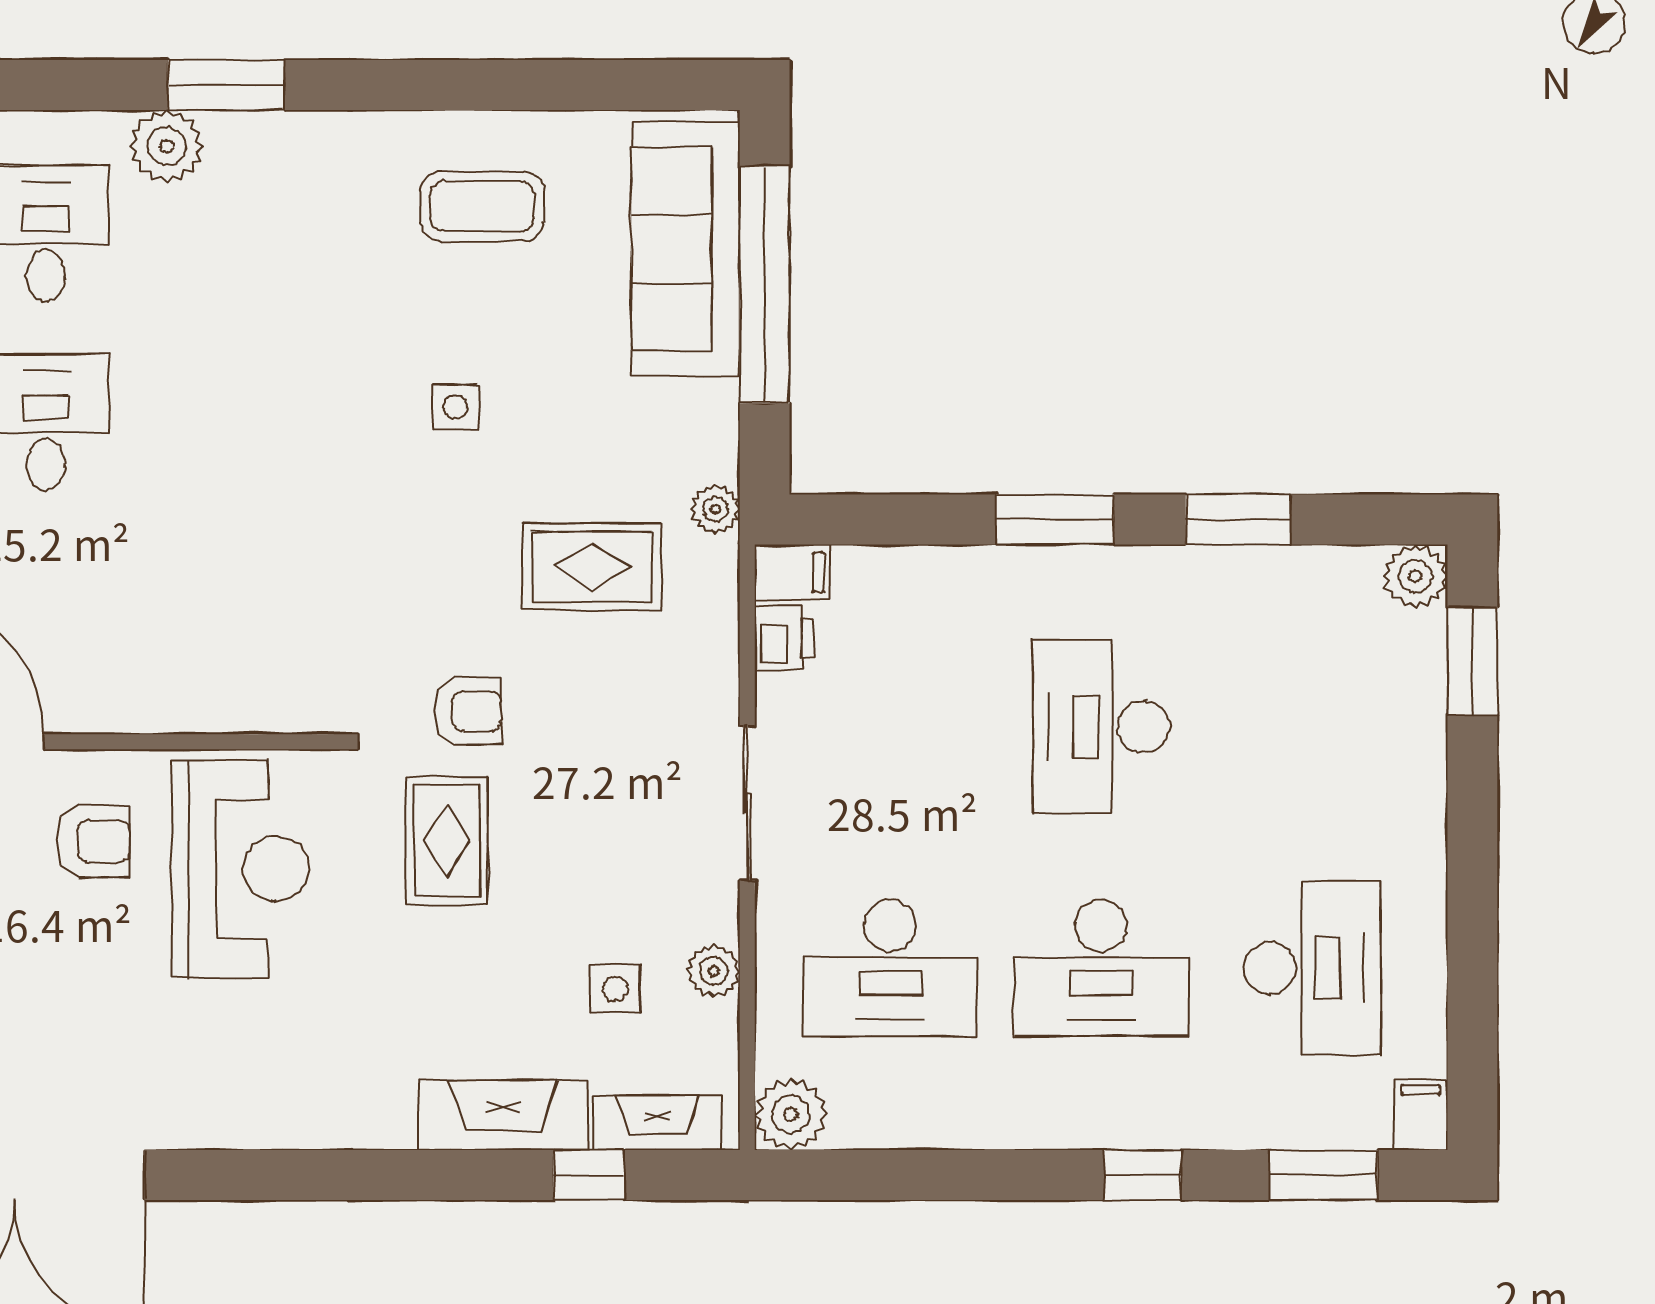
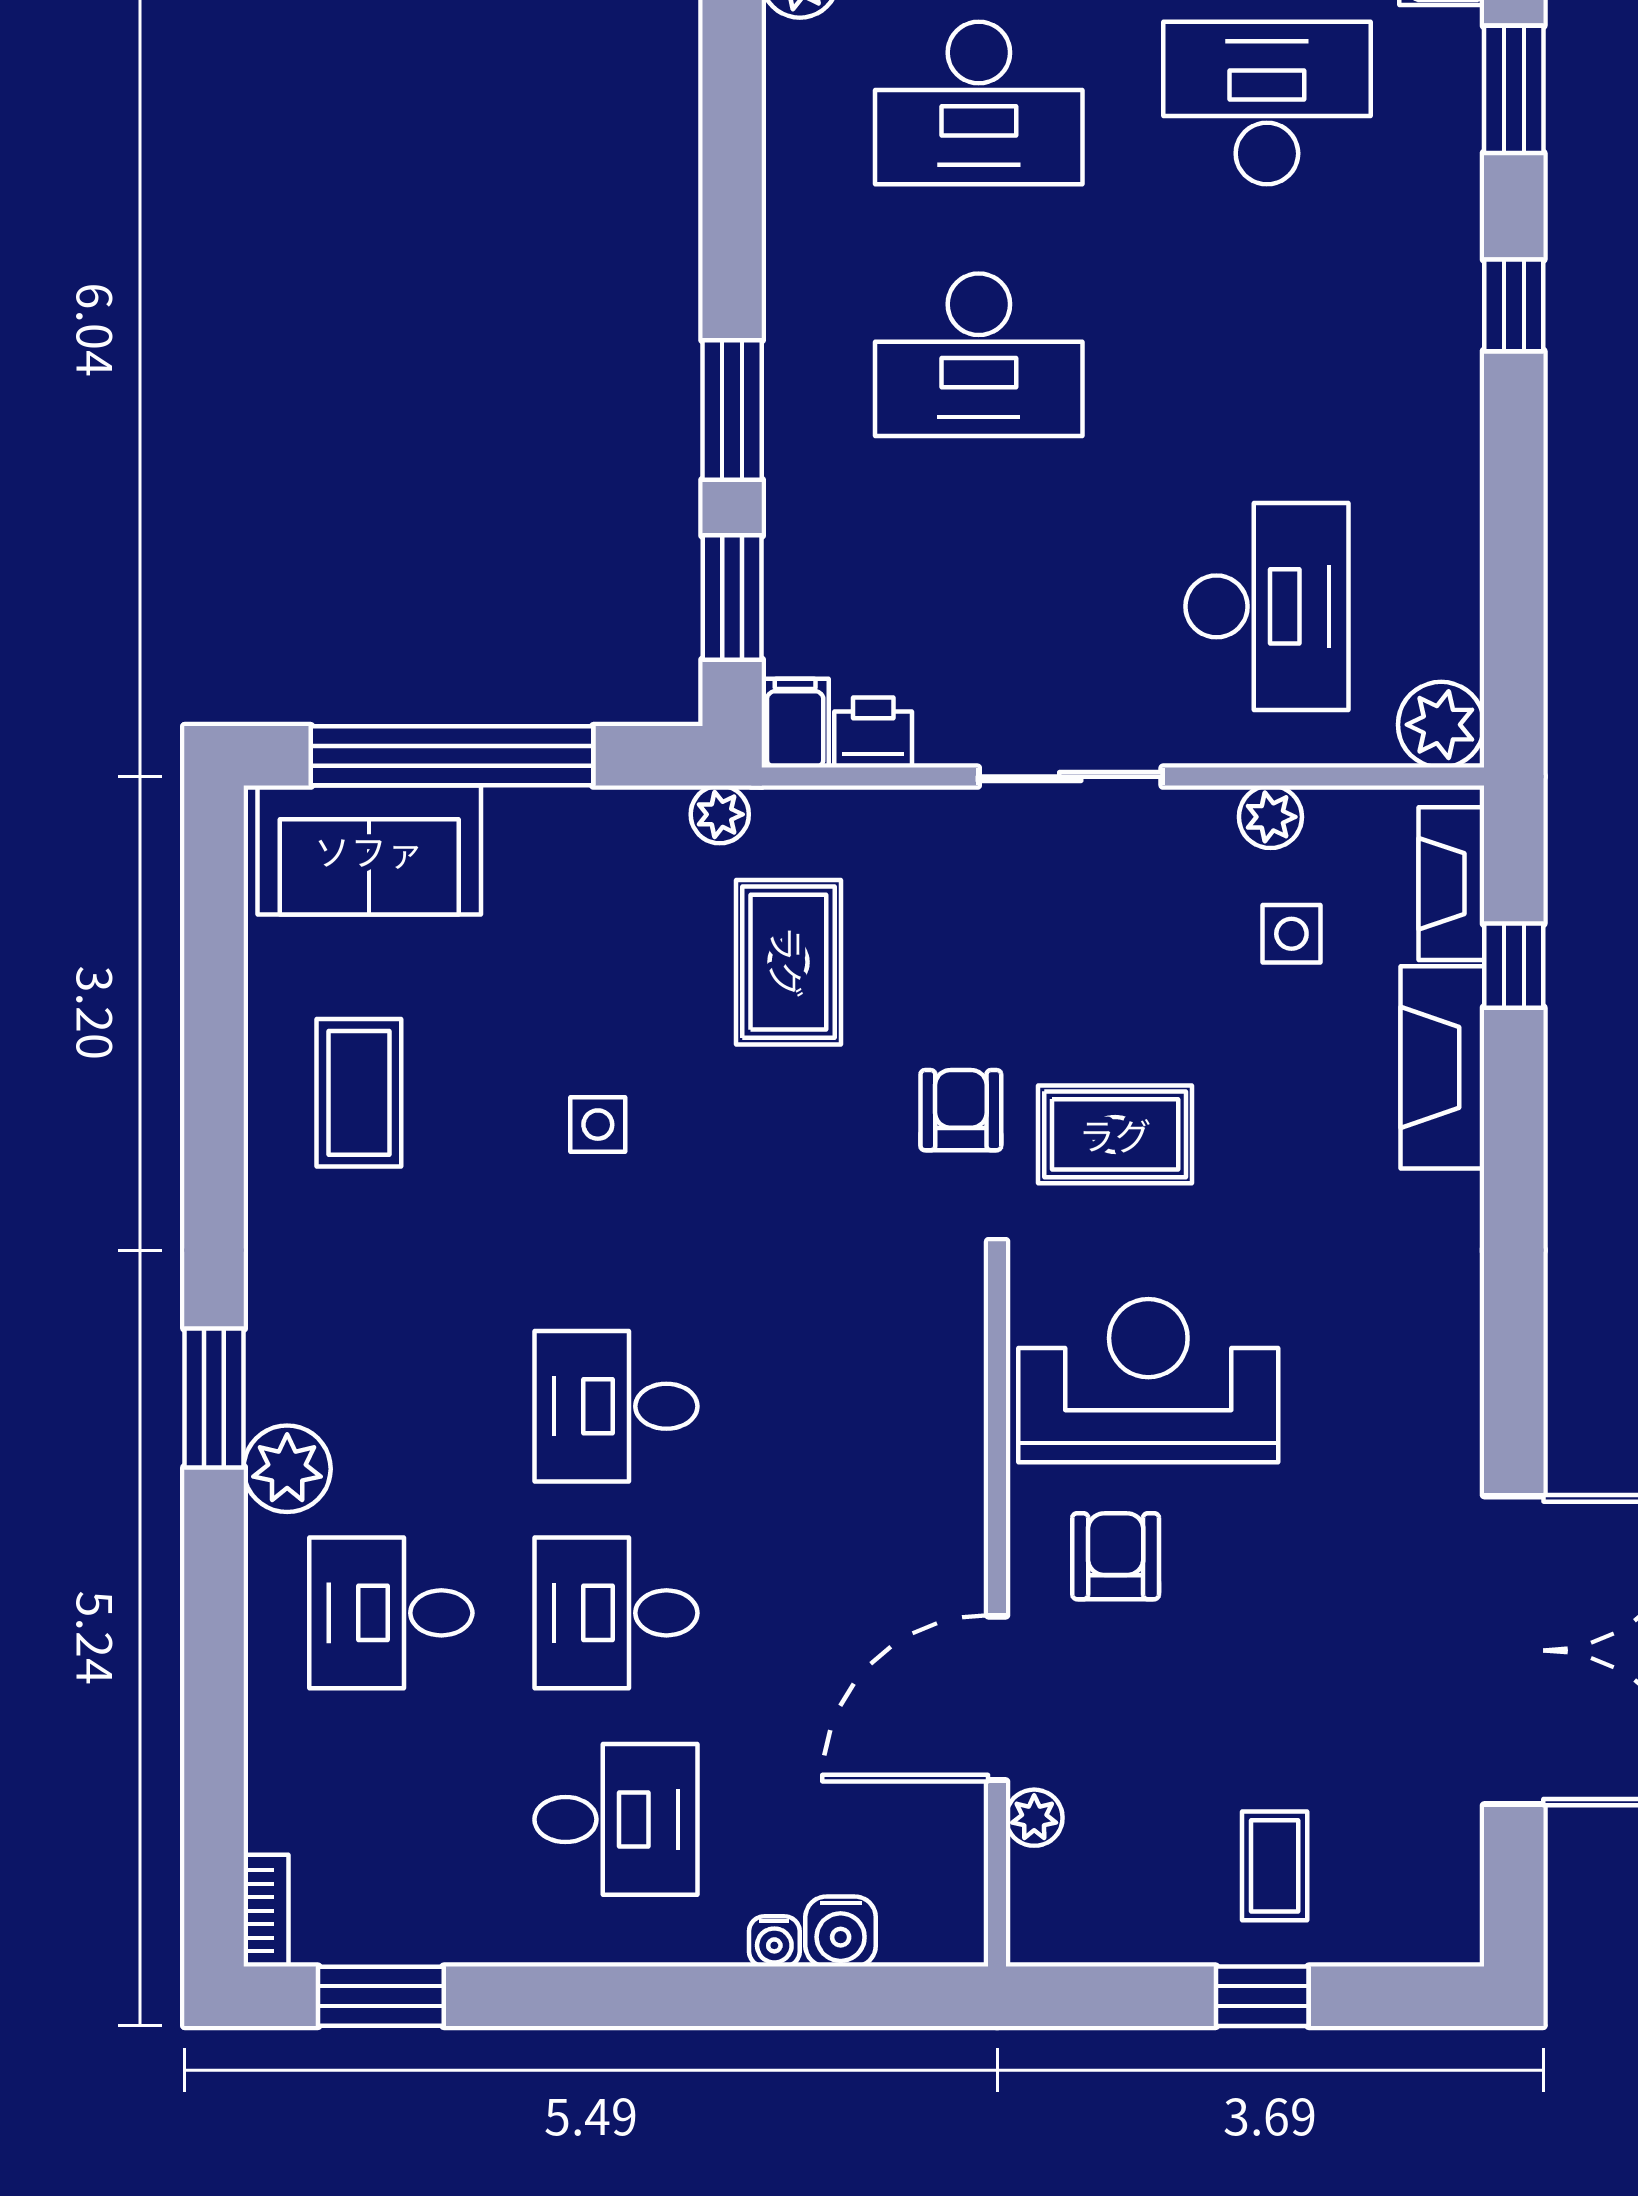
sofa: (686, 249) -> (369, 850), width x0.73
desk: (219, 422) -> (616, 1406), added
window: (1238, 520) -> (732, 598), moved
desk: (1101, 968) -> (979, 103), moved, turned 90

